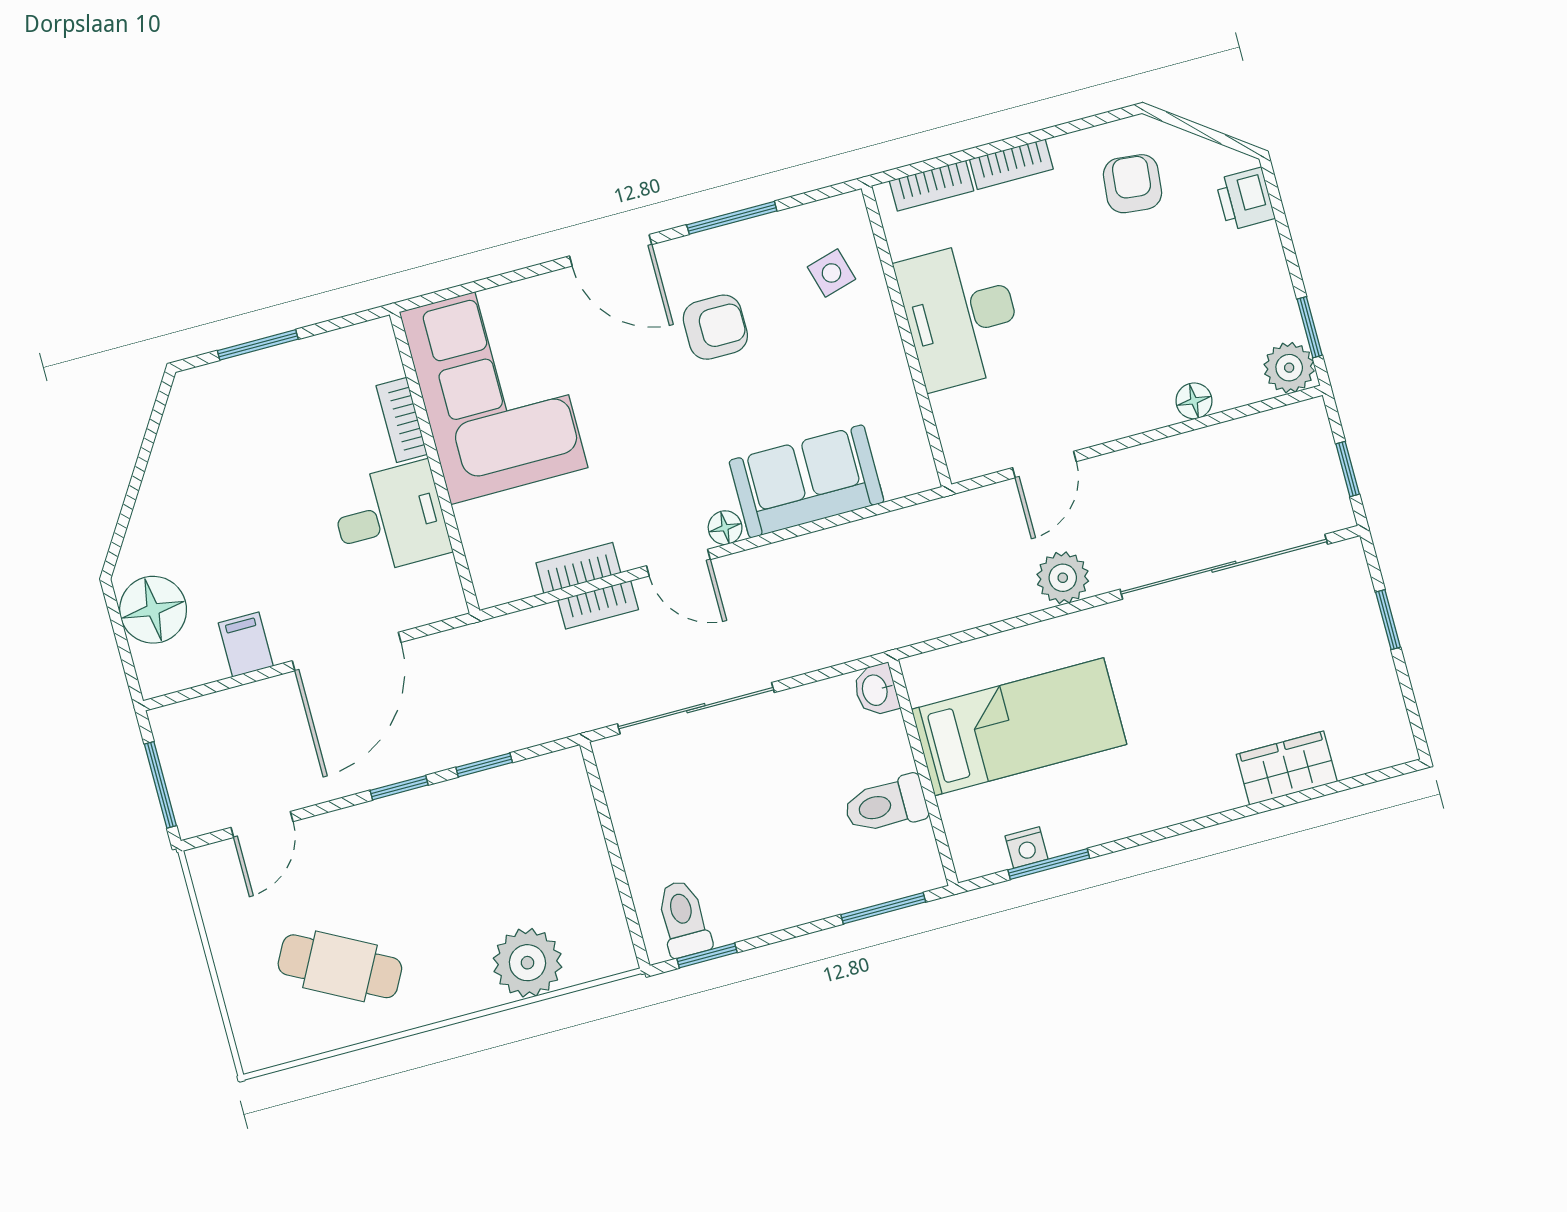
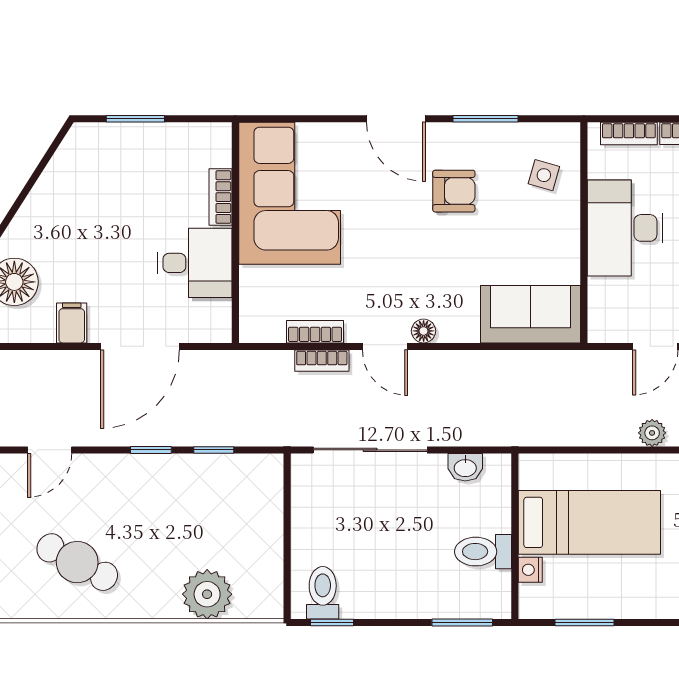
side table: (831, 273) -> (544, 175), turned 32
sofa: (807, 481) -> (530, 314), moved
plant: (1063, 578) -> (652, 433), width x0.73, depth x0.73
washbasin: (876, 690) -> (465, 467), moved, turned -90
nightstand: (1027, 848) -> (530, 570), moved, turned 90

